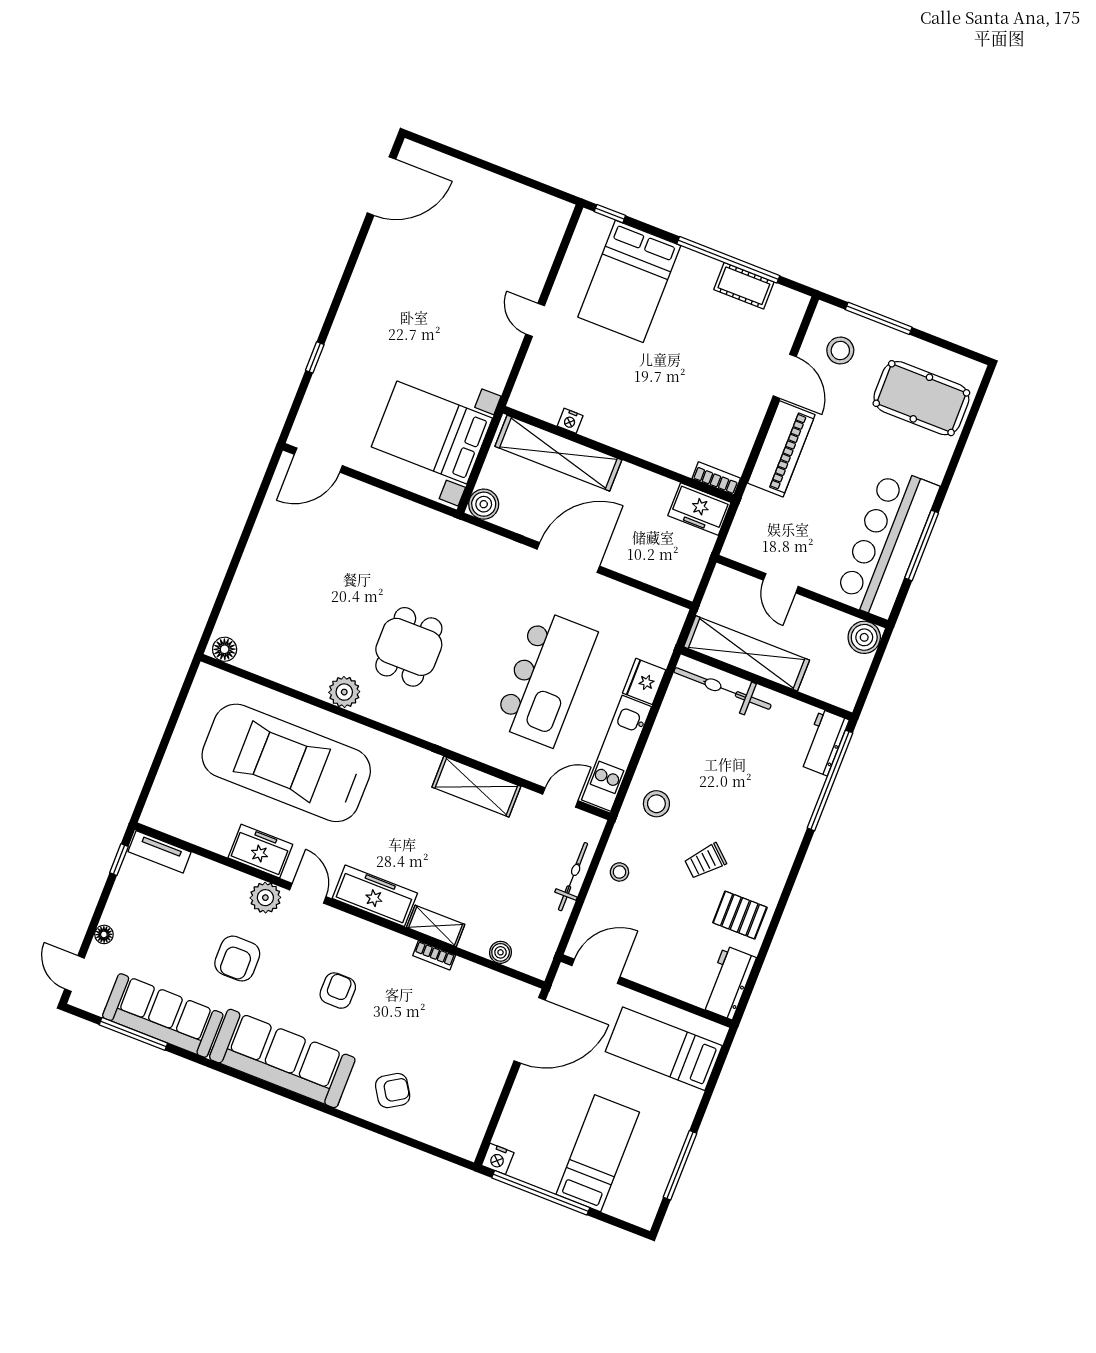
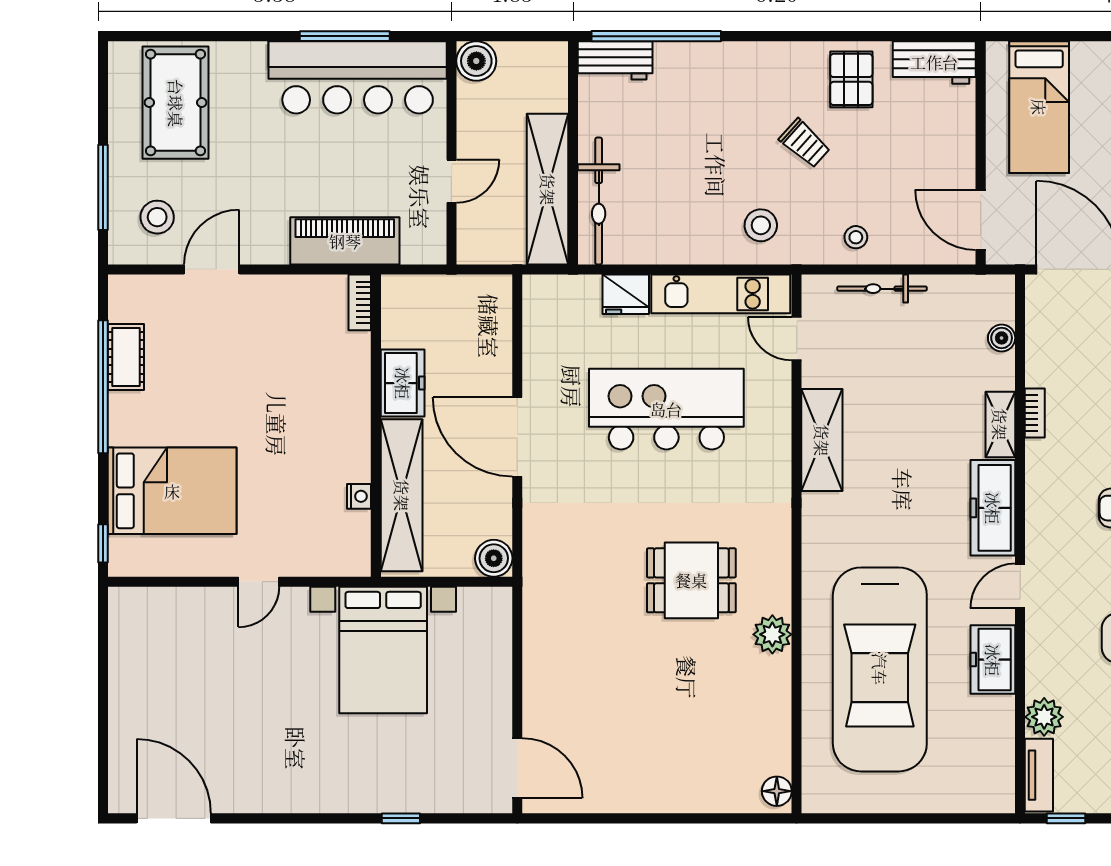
bed with nightstands: (432, 433) -> (383, 650), moved
piano: (781, 449) -> (345, 241), moved
freezer: (699, 509) -> (403, 383), moved
plant: (265, 898) -> (1044, 717), moved

